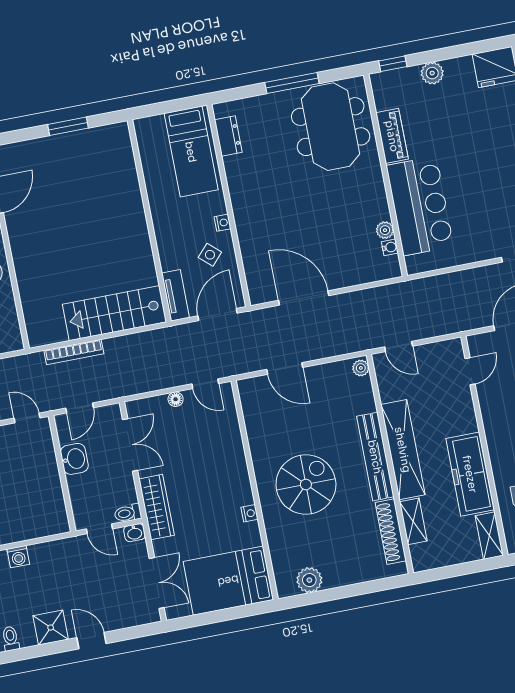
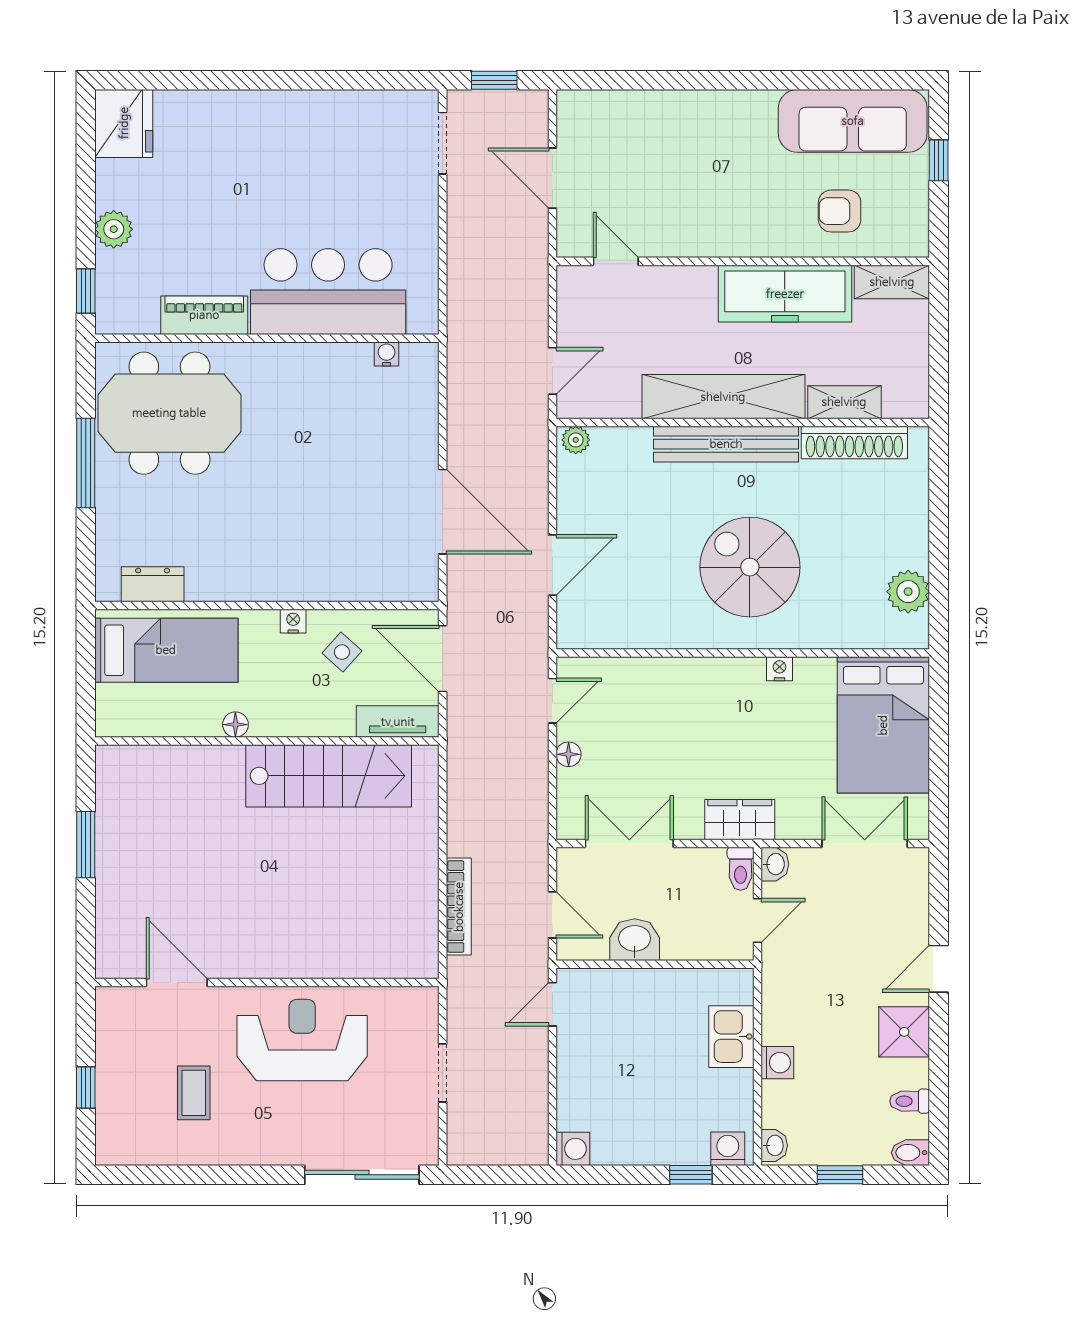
floor lamp: (155, 200) -> (235, 725), added
plant: (385, 230) -> (357, 357), removed
door: (304, 298) -> (443, 512), swing flipped
stairs: (115, 313) -> (329, 776), moved, turned -90
wardrobe: (157, 507) -> (740, 820), width x0.67
kitchen sink: (28, 527) -> (731, 1037), added

